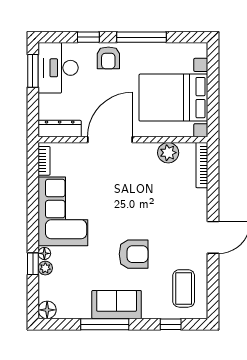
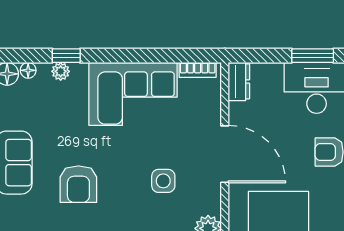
dresser: (60, 129) -> (239, 81), width x0.70
side table: (131, 188) -> (163, 181), added
floor lamp: (44, 253) -> (28, 70), moved

